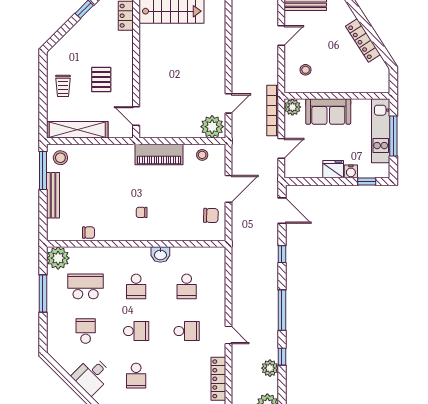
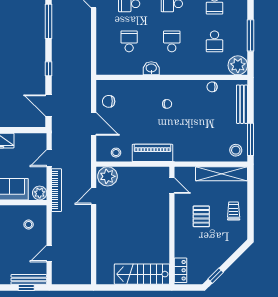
door: (228, 189) -> (94, 124), swing flipped
bench: (53, 195) -> (242, 104), moved
school desk: (86, 286) -> (214, 41), width x0.54

